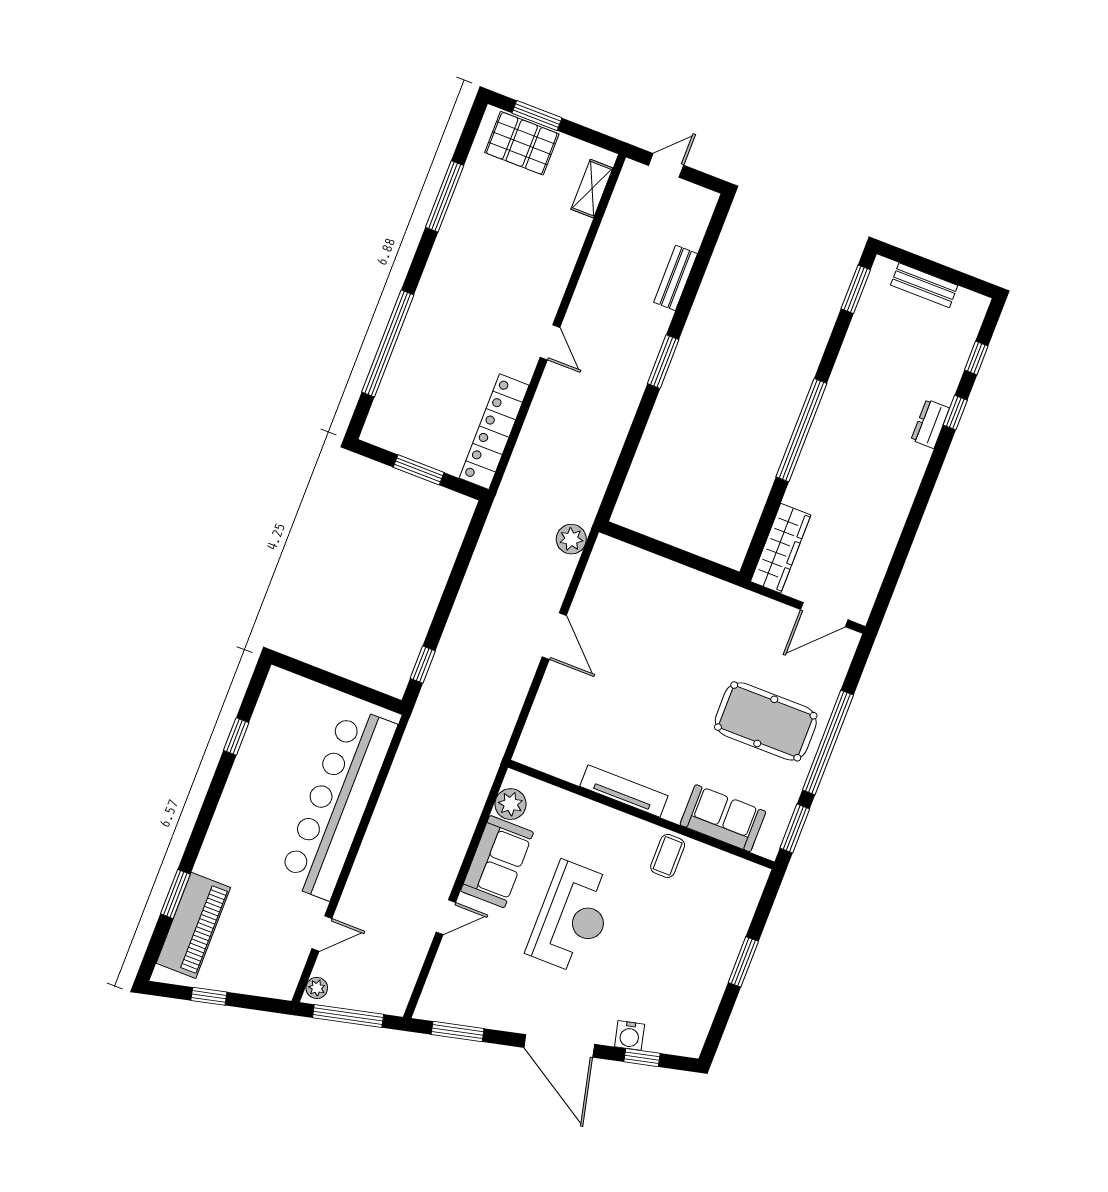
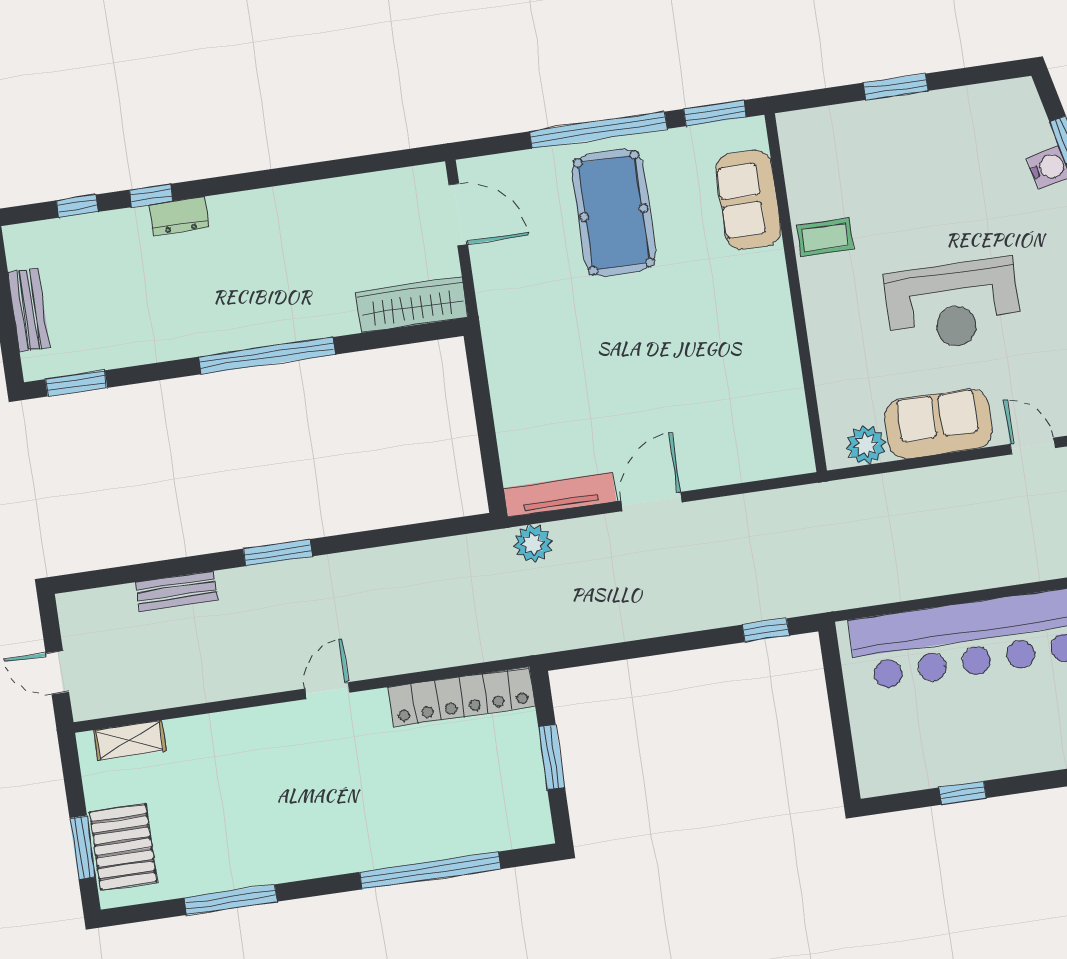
tv unit: (624, 791) -> (560, 495), moved, turned 90
reception desk: (572, 917) -> (953, 305), turned 180

